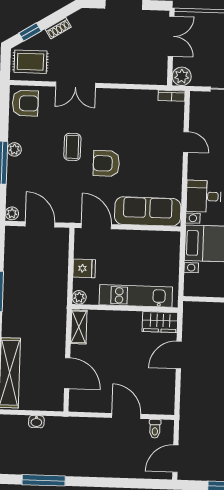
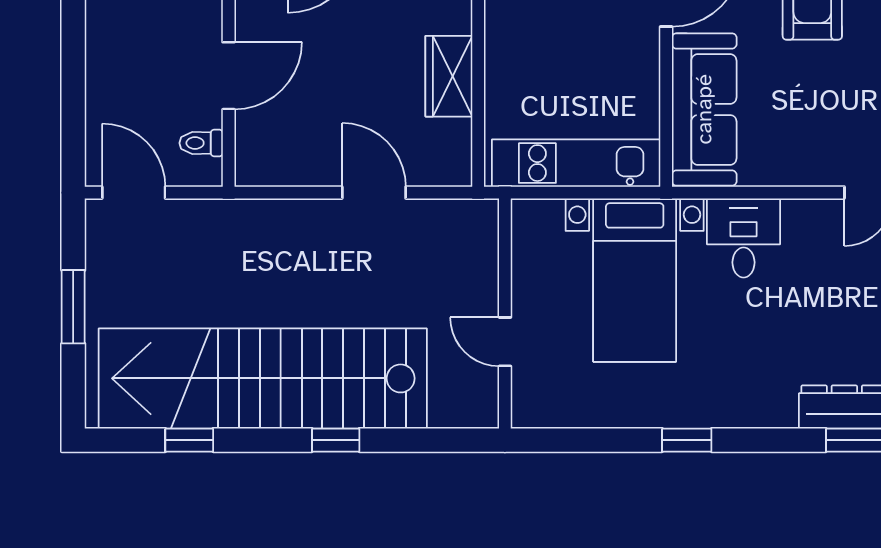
kitchen unit: (136, 296) -> (576, 163), moved, turned -90
wardrobe: (160, 322) -> (449, 76), moved

